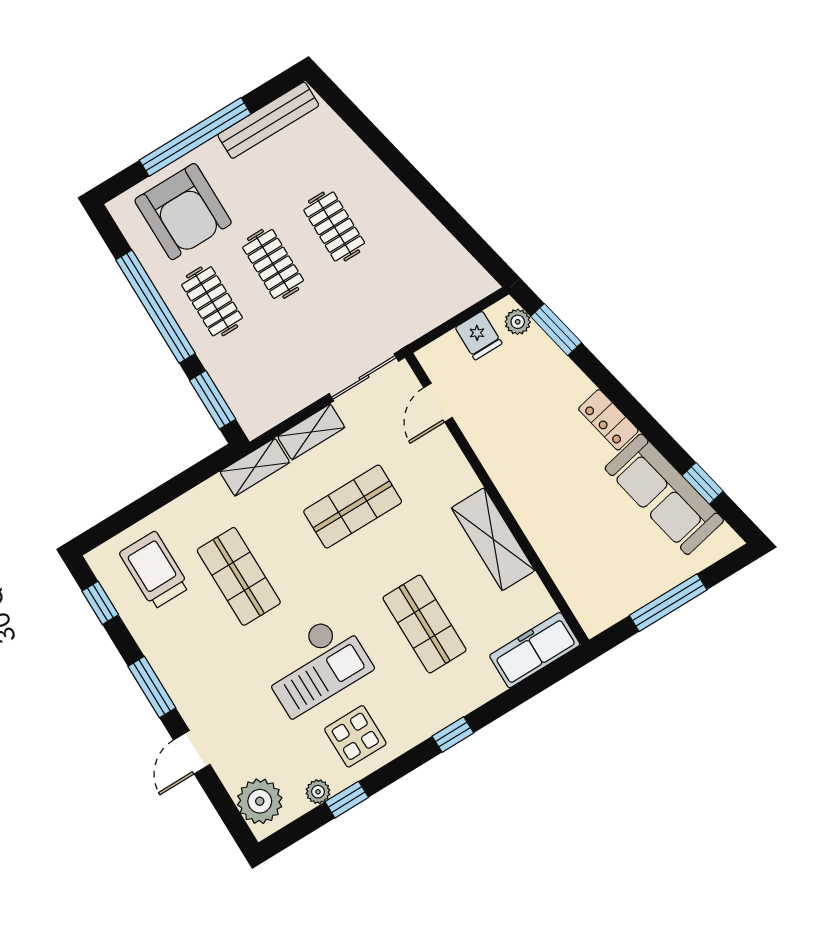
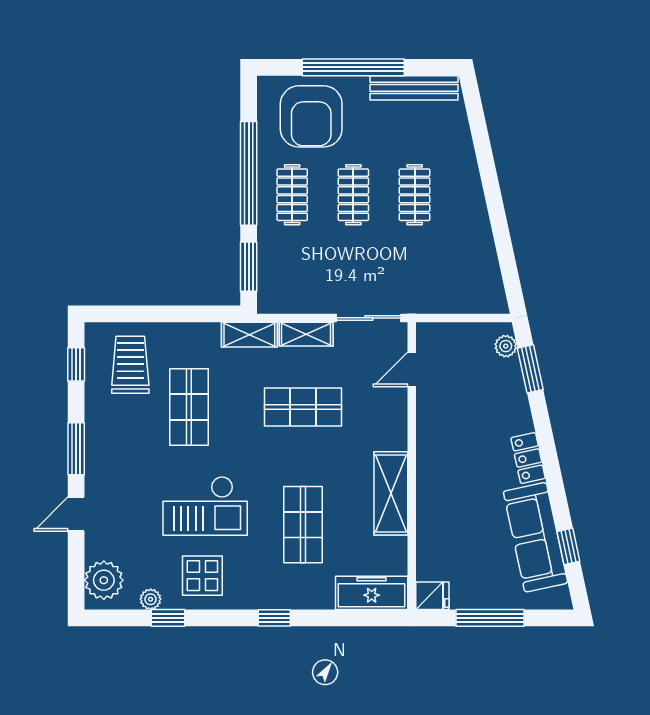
fridge: (479, 335) -> (432, 596), moved, turned -90

